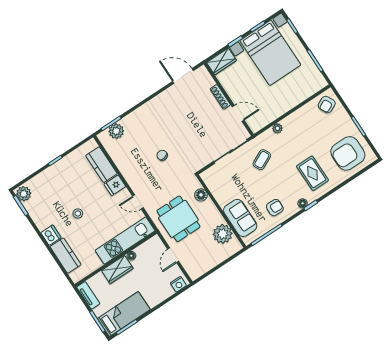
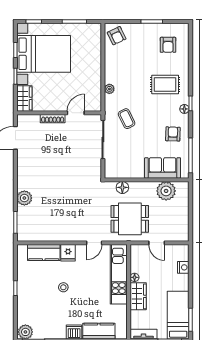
plant: (116, 131) -> (24, 198), moved
armchair: (348, 153) -> (168, 45), width x0.53, depth x0.53
chair: (162, 155) -> (69, 198), removed
stool: (78, 213) -> (63, 287), moved
nightstand: (178, 284) -> (183, 267), moved

